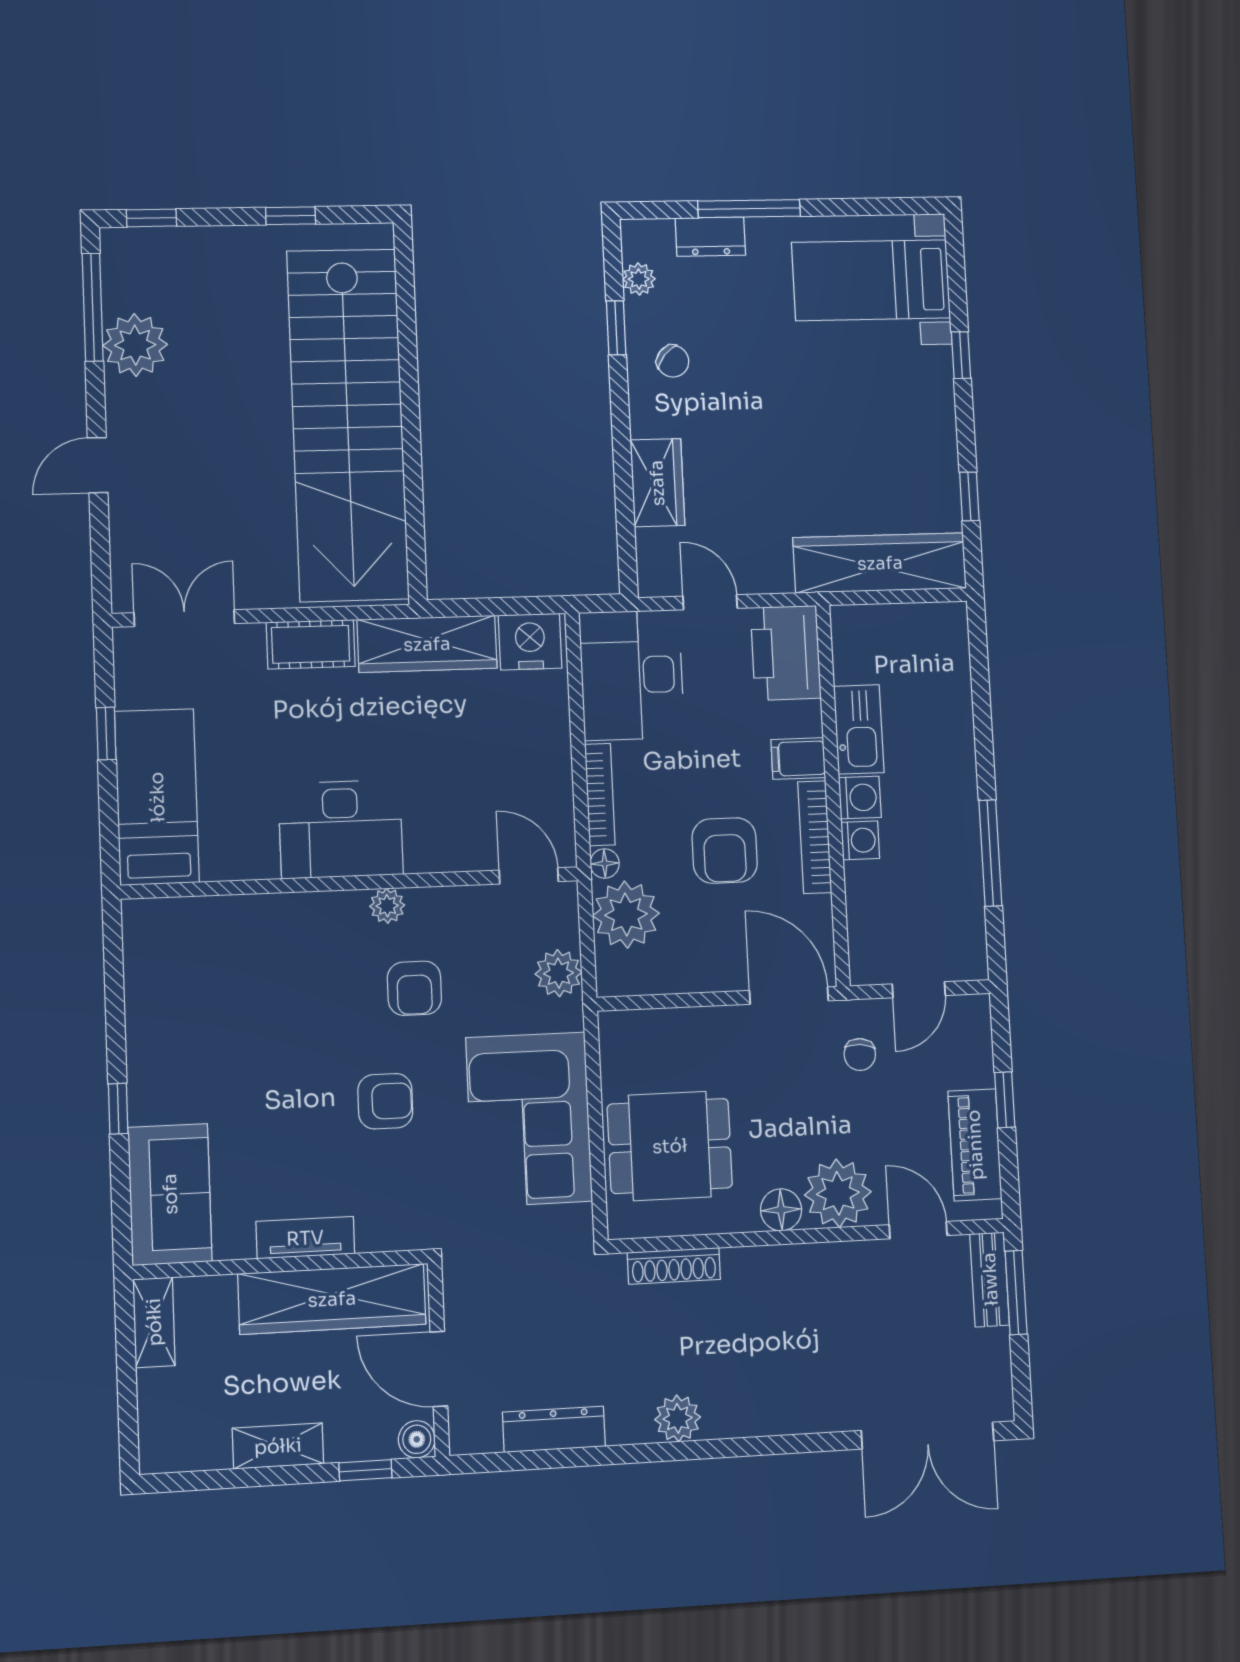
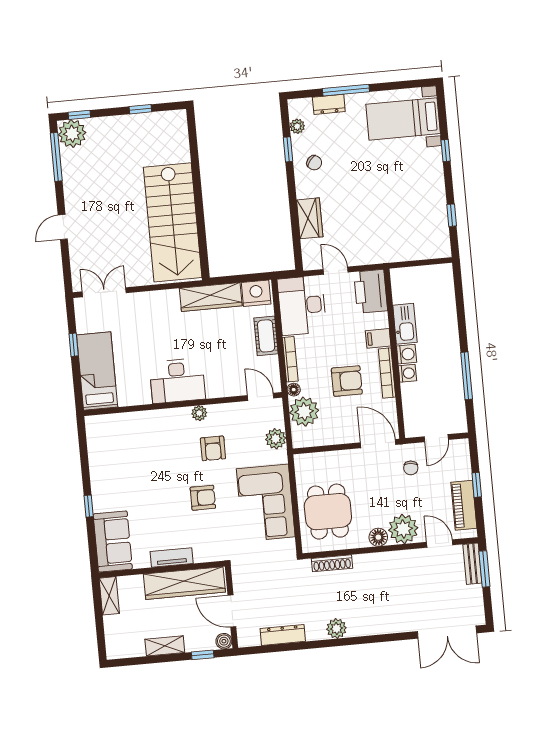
plant: (135, 345) -> (72, 134), moved
stairs: (348, 424) -> (173, 222), width x0.73
wardrobe: (880, 563) -> (412, 248), removed
cot: (311, 644) -> (266, 336), moved, turned 90
armchair: (725, 850) -> (347, 381), turned -90
dining table: (670, 1146) -> (328, 512), turned 90

